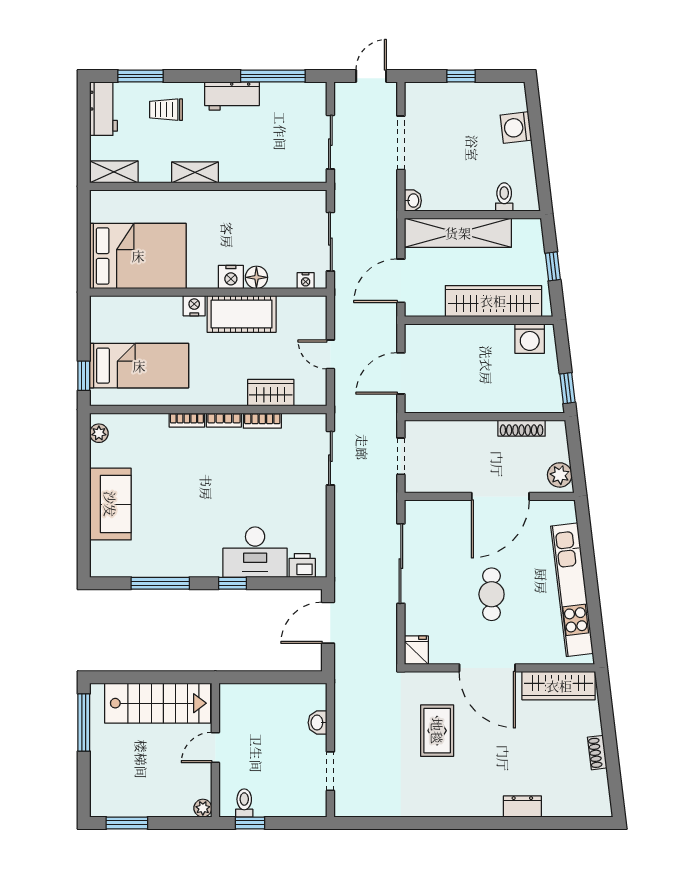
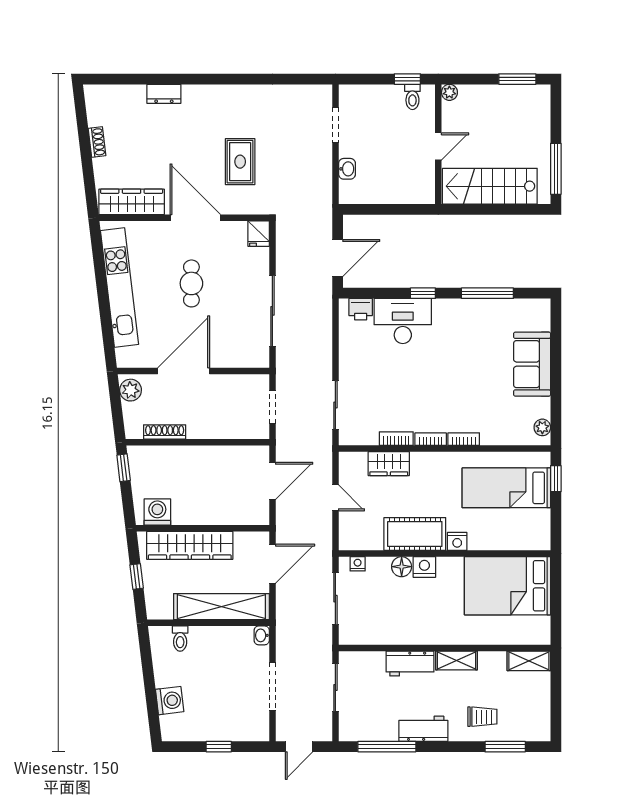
workbench: (103, 109) -> (410, 664), moved, turned -90

